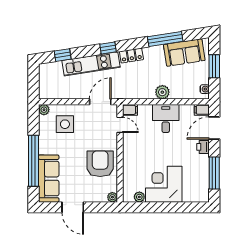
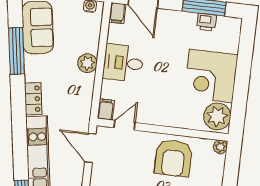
window: (108, 48) -> (19, 129), removed
printer: (203, 147) -> (207, 22), moved
armchair: (100, 164) -> (173, 158), turned -90
plant: (139, 197) -> (217, 116), width x1.88, depth x1.88

